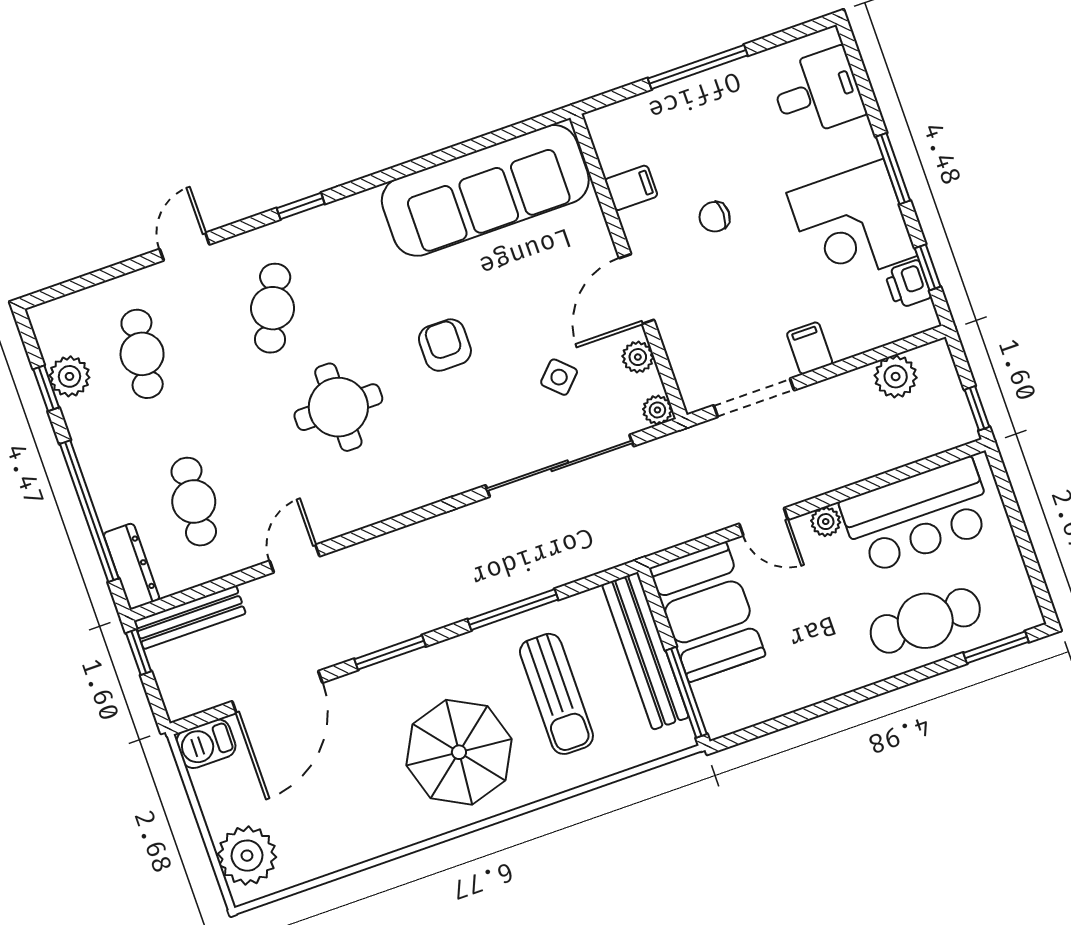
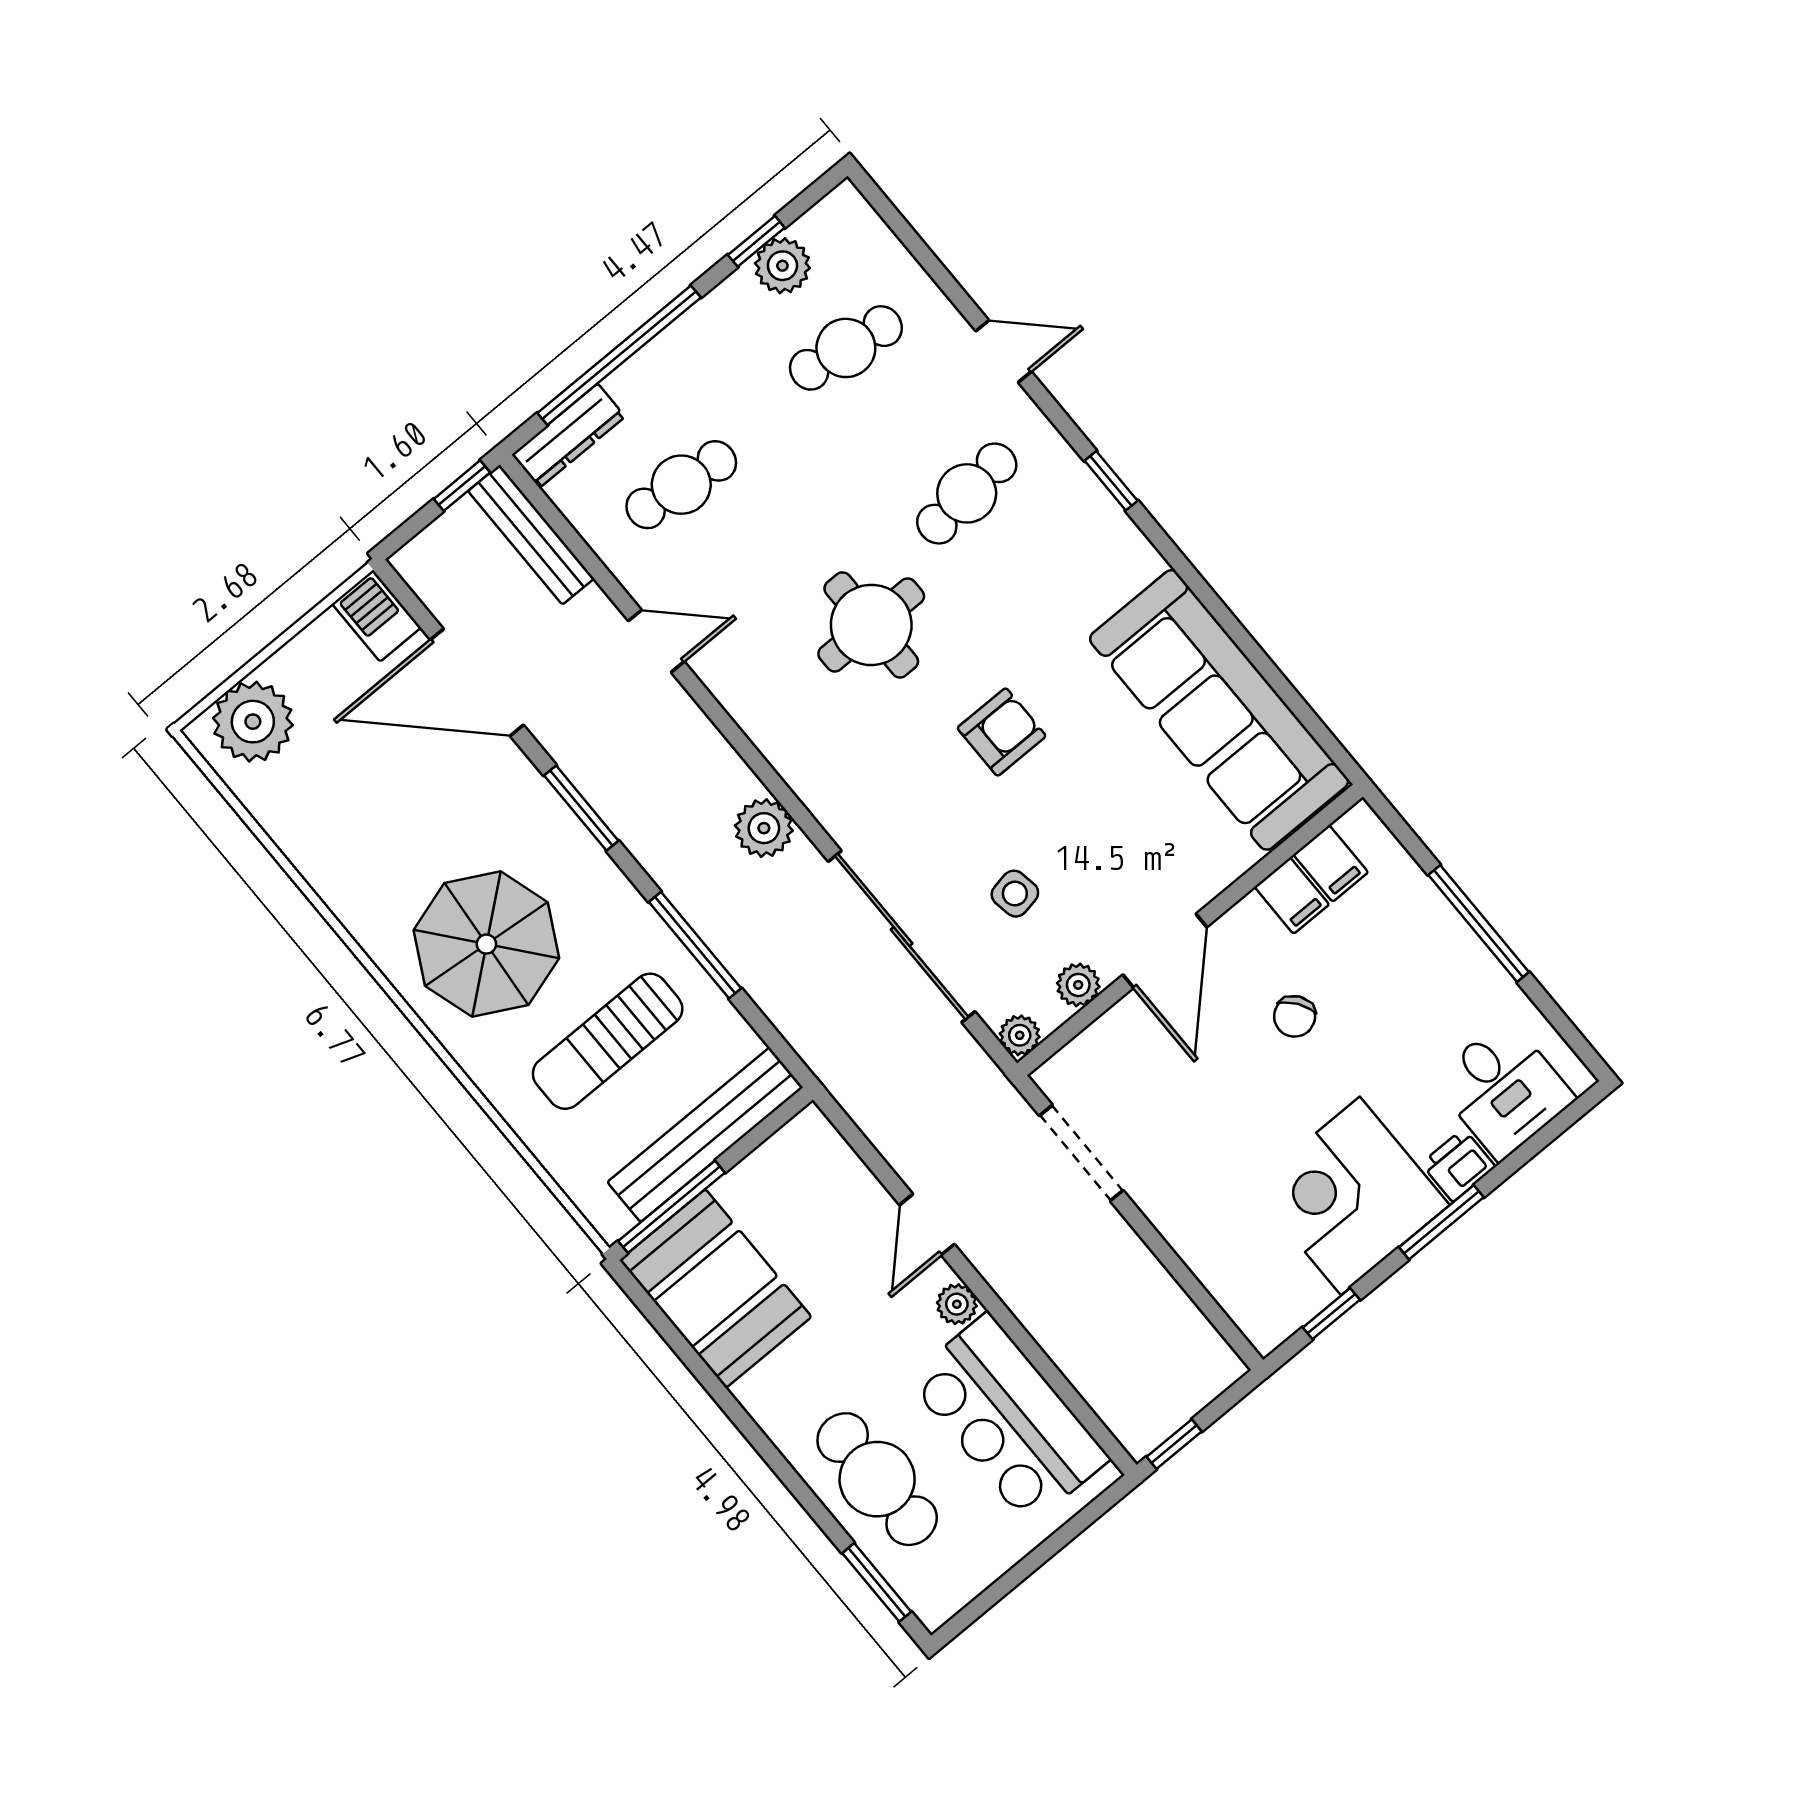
chair: (715, 217) -> (1295, 1016), turned -126
printer: (908, 284) -> (1458, 1165), moved
door: (637, 289) -> (1165, 951), swing flipped
cafe table: (273, 308) -> (967, 493), turned -30
filing cabinet: (810, 348) -> (1331, 863), moved, turned 90
side table: (559, 377) -> (1015, 894), turned 36
plant: (896, 377) -> (764, 828), moved
booth: (707, 612) -> (715, 1289), moved, turned 90

